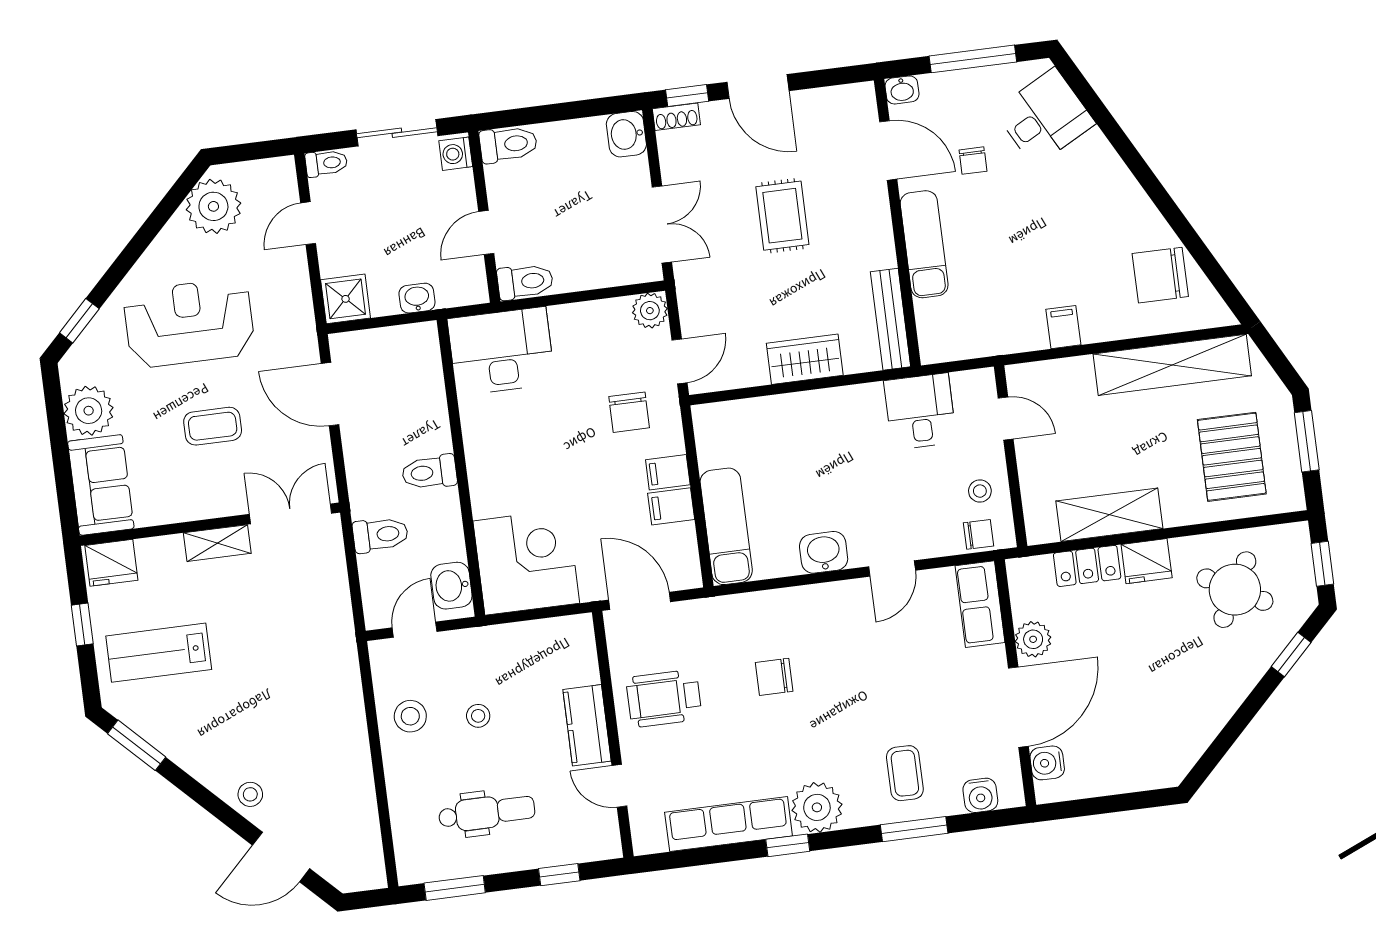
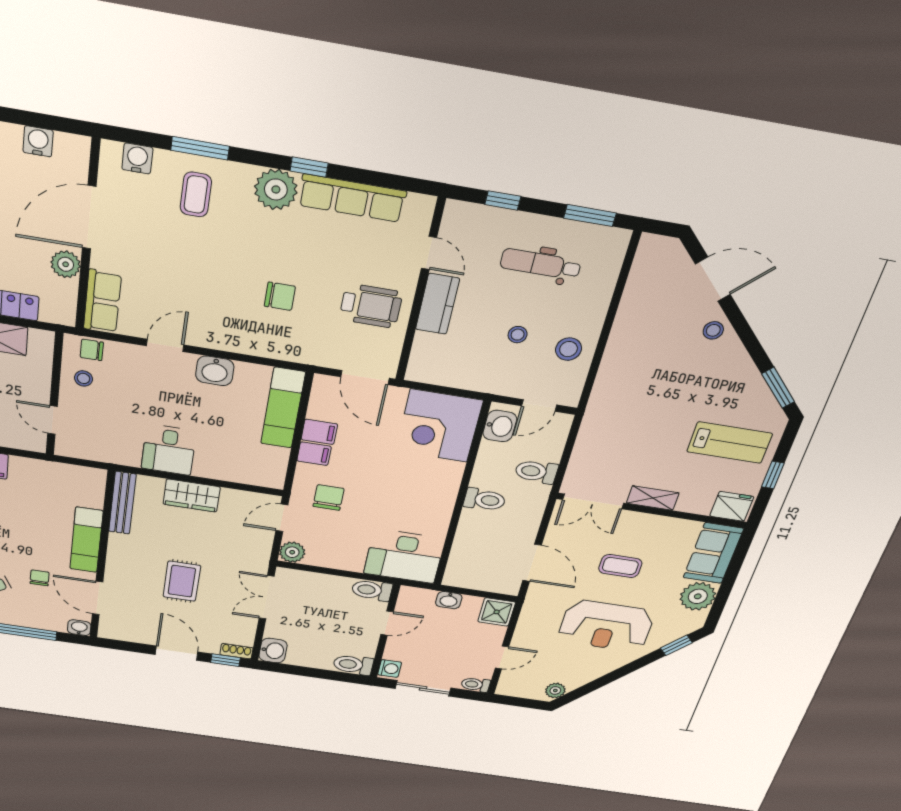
plant: (213, 206) -> (555, 690), width x0.53, depth x0.53
desk: (920, 411) -> (169, 450), moved
water cooler: (1047, 763) -> (38, 141), moved, turned -90

